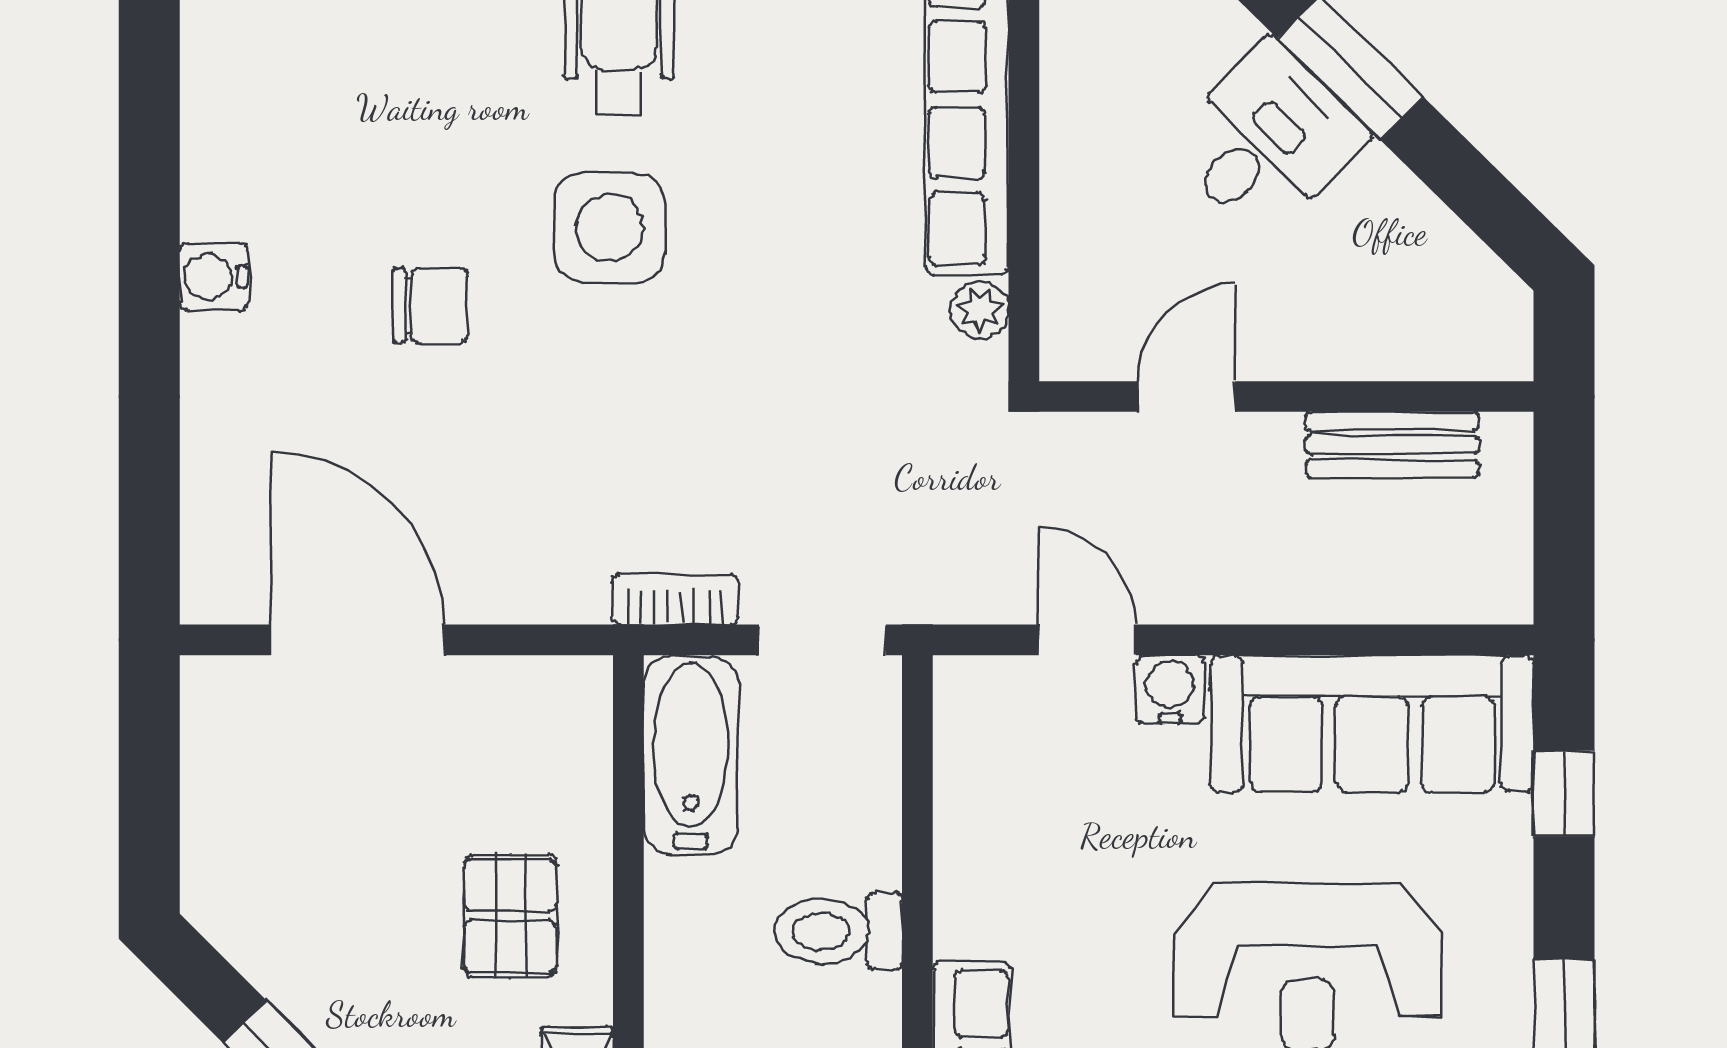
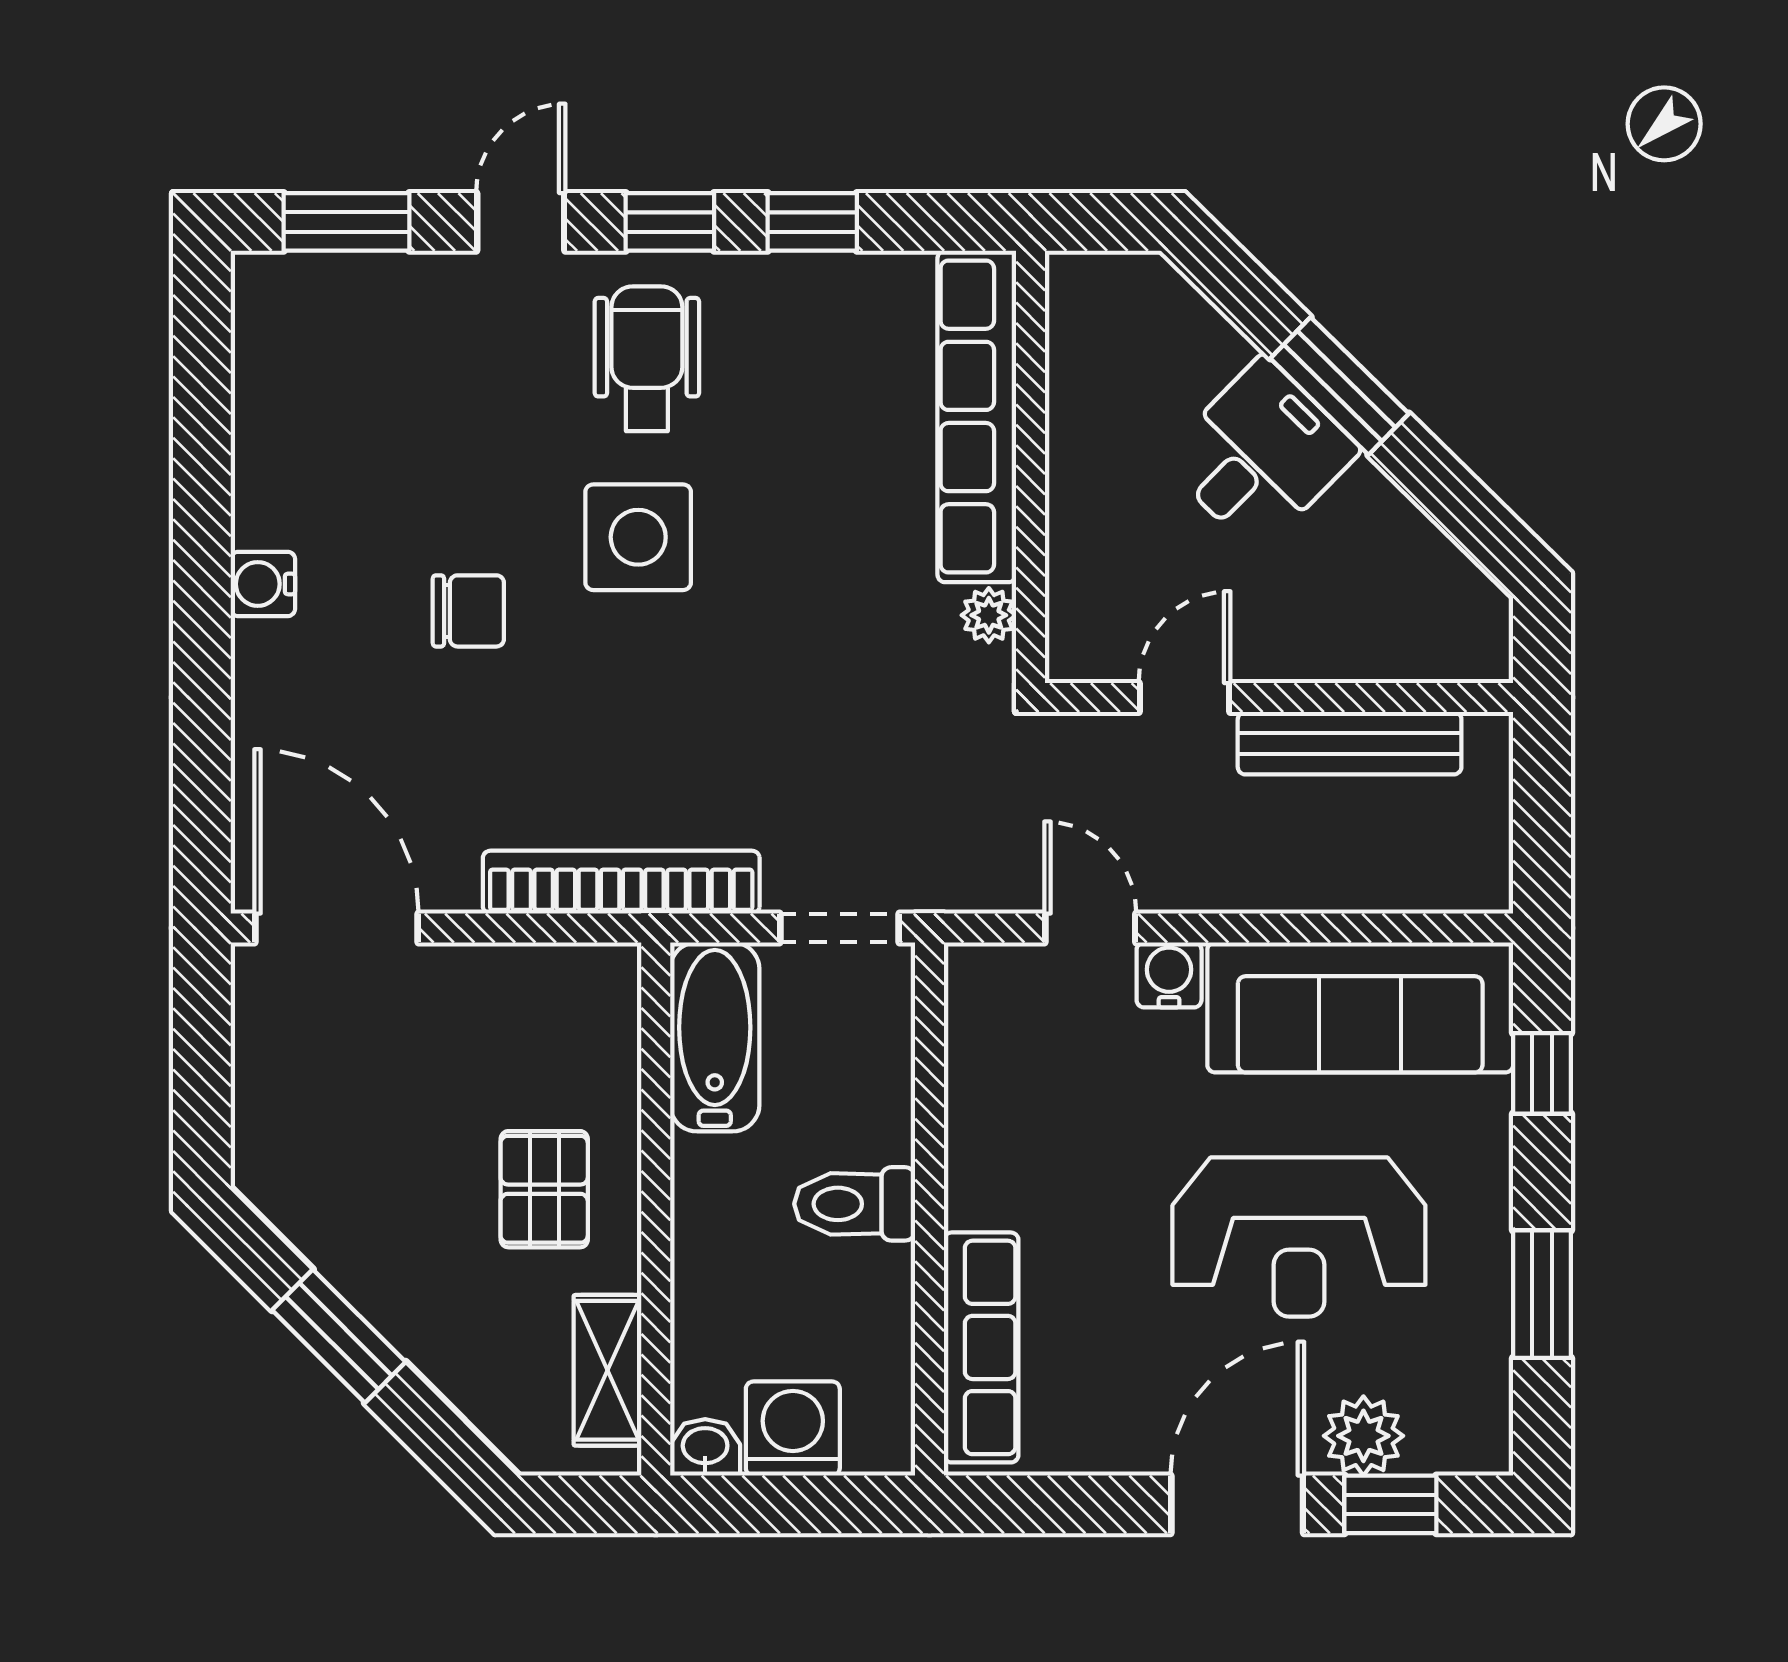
bench: (1392, 445) -> (1350, 743), width x1.36
bookcase: (675, 599) -> (621, 882), width x2.31, depth x1.31
door: (357, 640) -> (336, 928), moved

